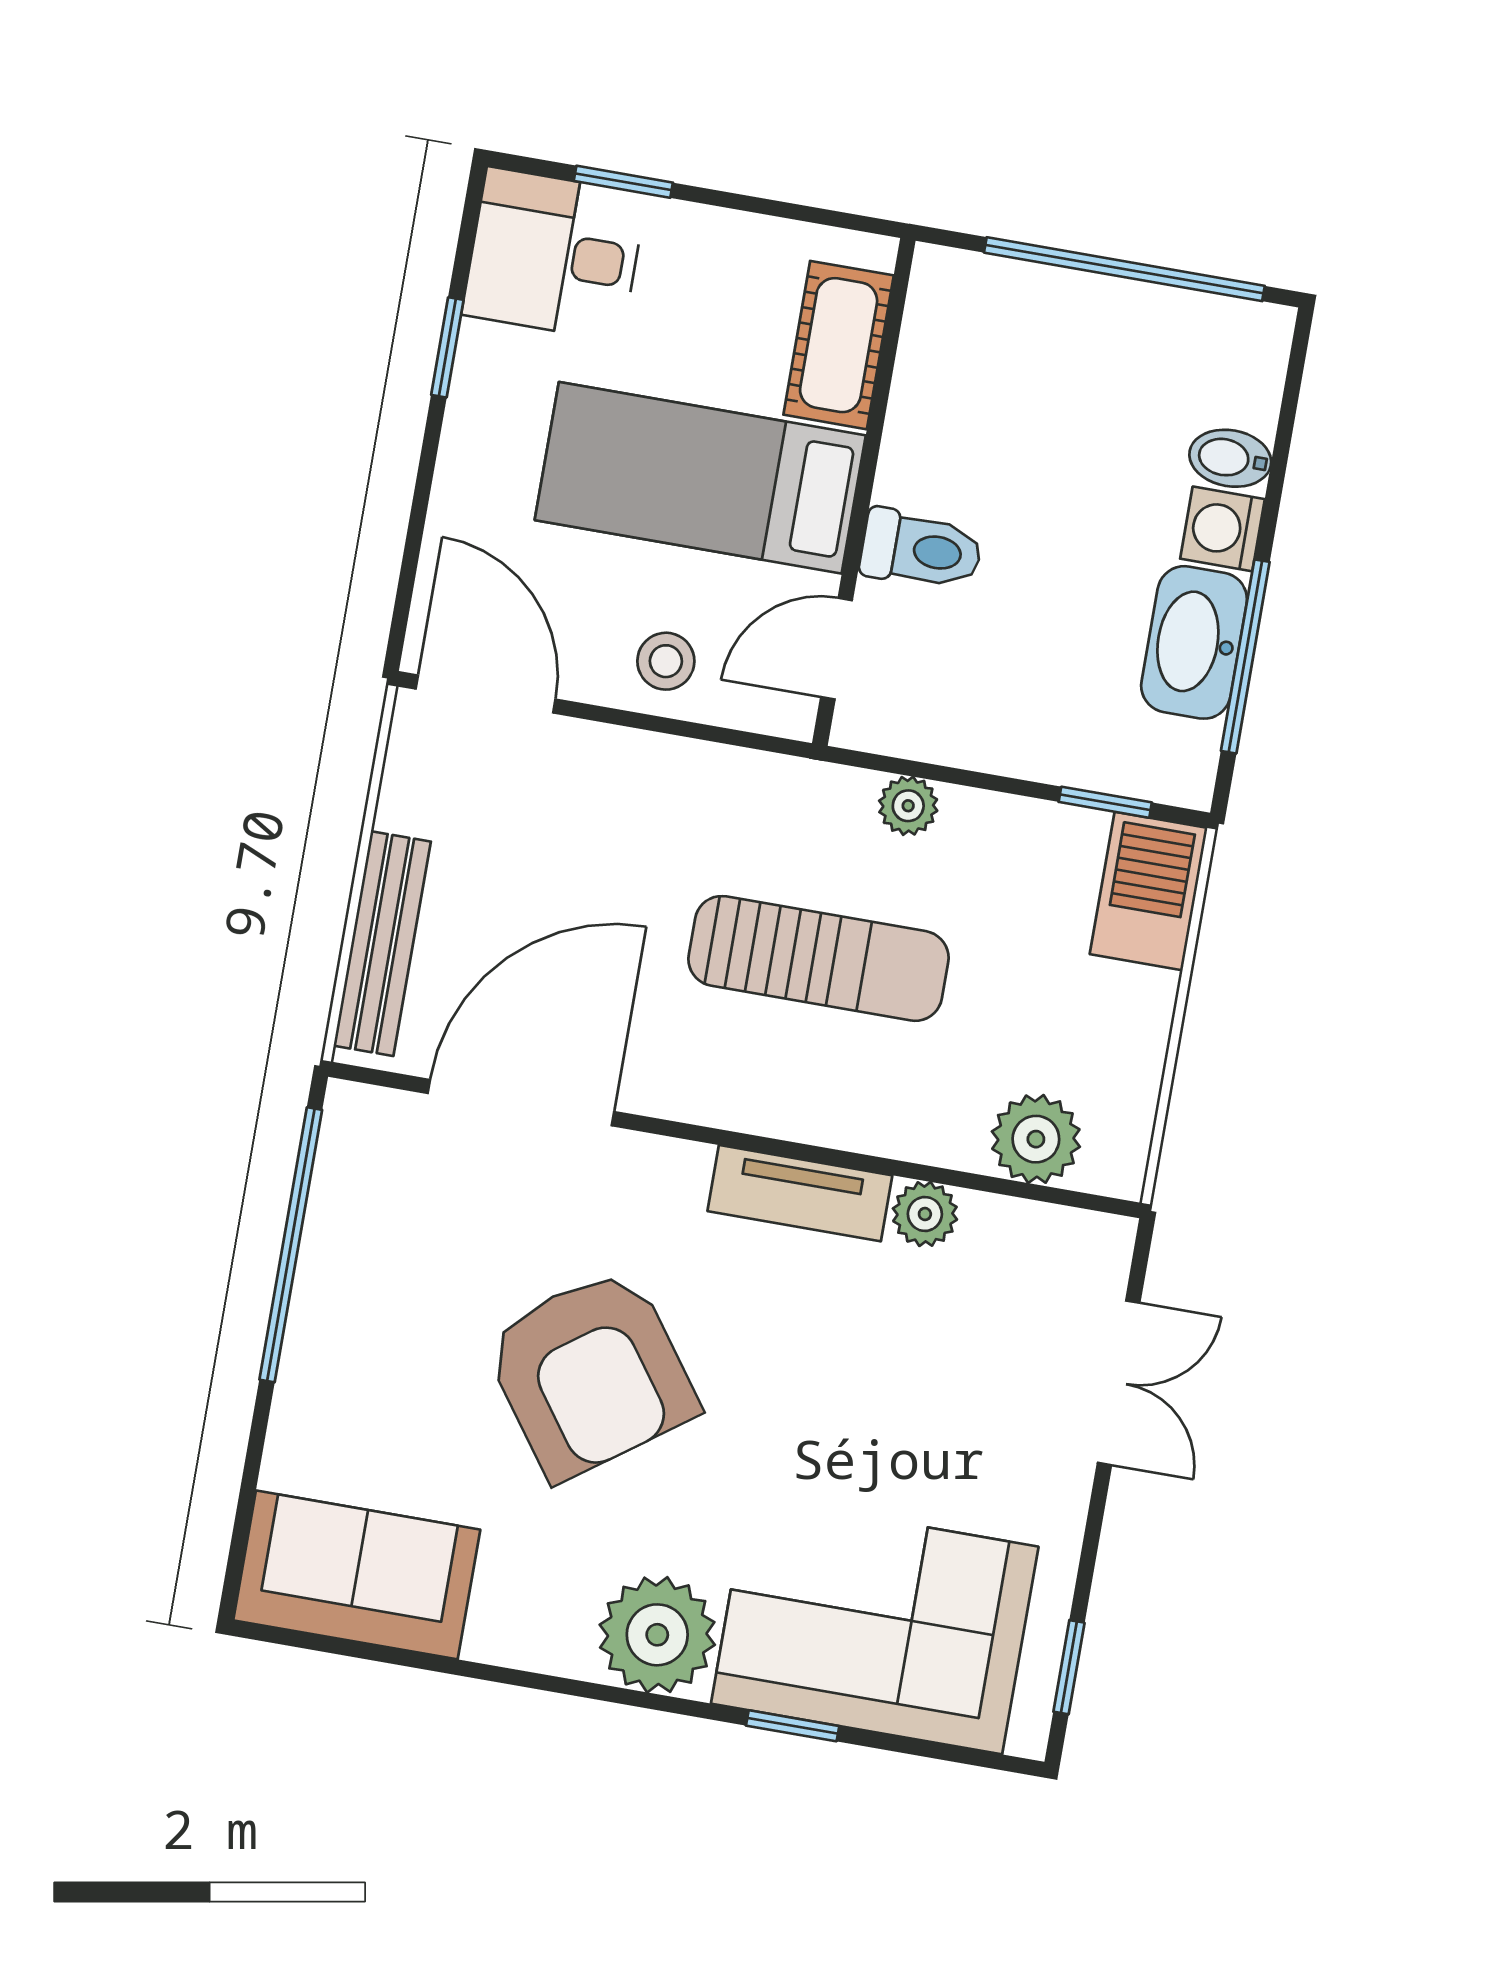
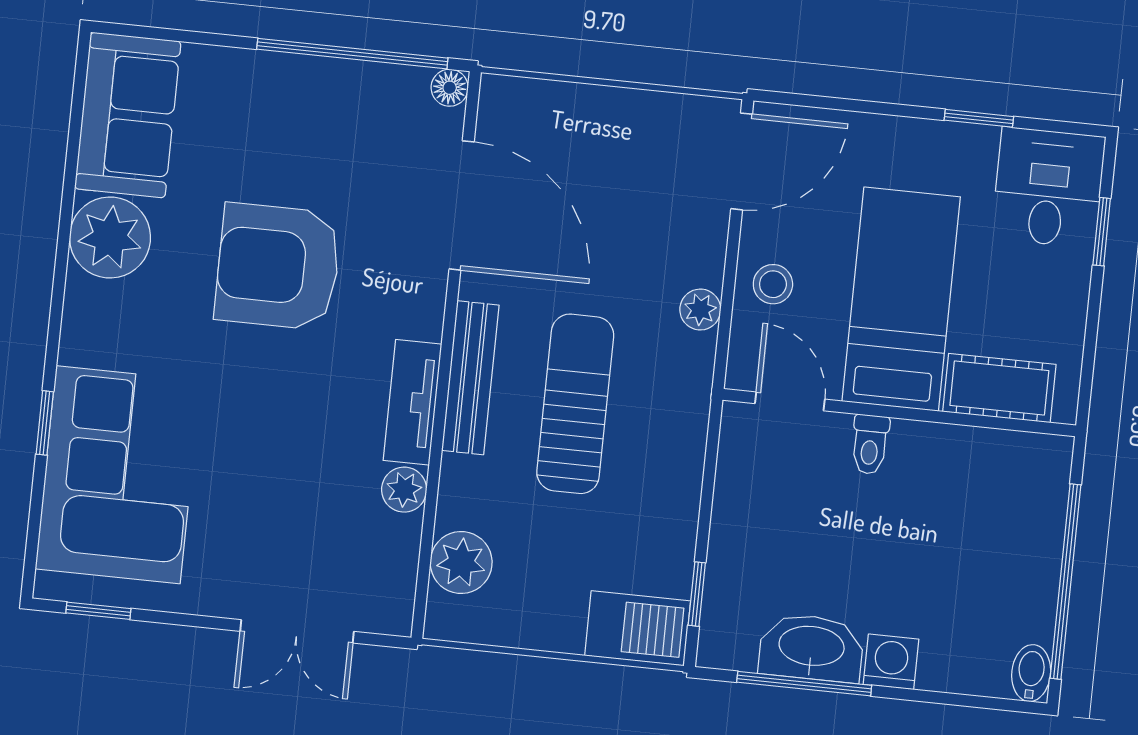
bidet: (1230, 458) -> (1031, 673), moved
toilet: (921, 550) -> (870, 444), width x0.73, depth x0.72
plant: (908, 806) -> (700, 310), moved
bench: (382, 944) -> (470, 378), moved, turned 90
sun lounger: (818, 958) -> (575, 404), turned 180
floor lamp: (350, 1108) -> (450, 88), added
armchair: (590, 1374) -> (278, 267), turned 36
plant: (657, 1635) -> (110, 237), moved

